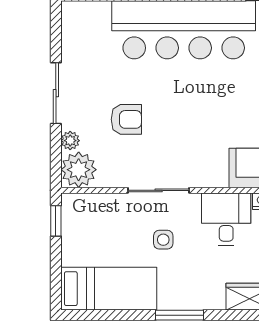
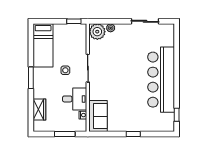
sliding door: (56, 93) -> (145, 21), moved
armchair: (126, 119) -> (120, 53), removed

